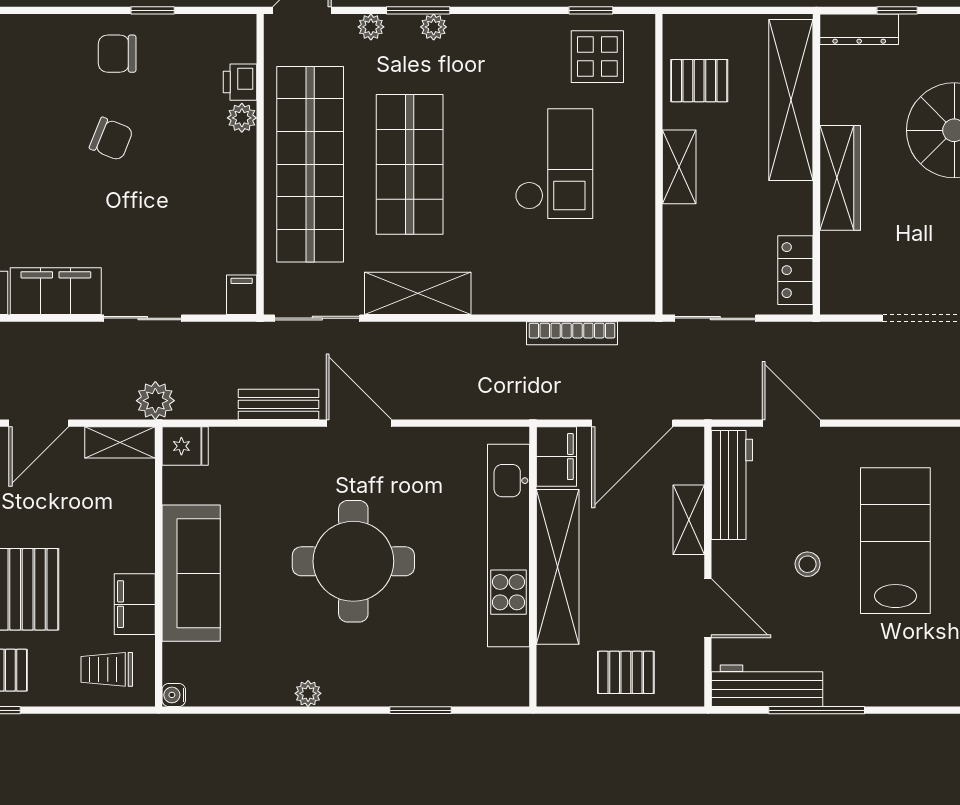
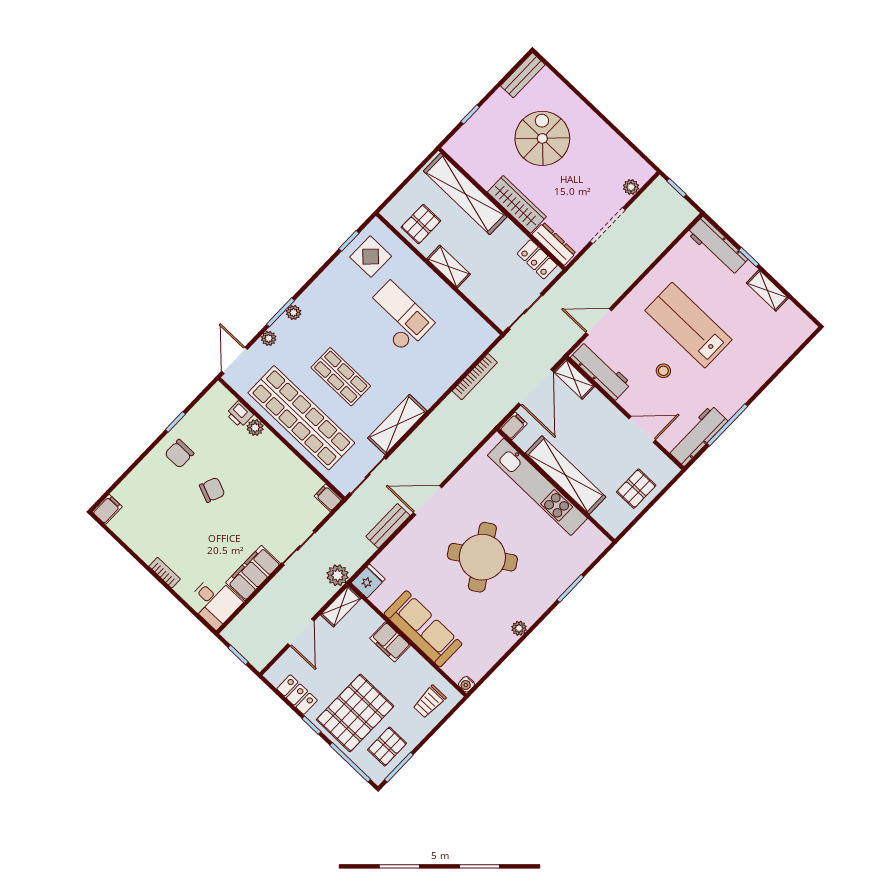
dresser: (859, 29) -> (554, 244), moved, turned -90
shop shelf: (410, 164) -> (341, 377), width x0.70, depth x0.74
filing cabinet: (556, 457) -> (513, 426), width x0.50
shelving: (689, 520) -> (574, 379), moved
round table: (353, 561) -> (482, 557), turned -33
filing cabinet: (135, 604) -> (390, 642), moved

